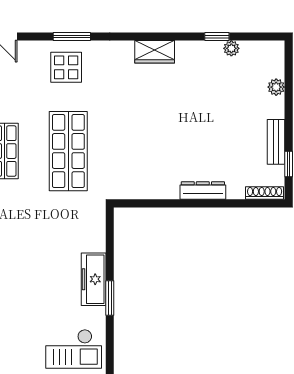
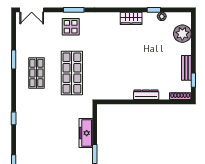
wardrobe: (155, 52) -> (131, 18), moved
plant: (276, 87) -> (182, 34), width x1.87, depth x1.87
freezer: (94, 279) -> (86, 133), moved

